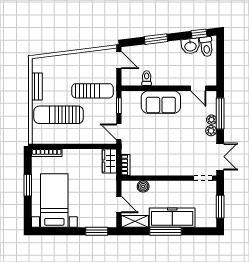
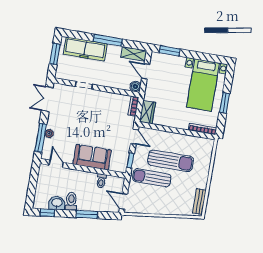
toilet: (206, 47) -> (71, 201), moved
bench: (37, 86) -> (199, 202), moved
sun lounger: (59, 115) -> (171, 161), moved
plant: (211, 131) -> (51, 124), removed
doorway: (203, 178) -> (84, 85), moved
boiler: (143, 186) -> (135, 86), moved
freezer: (172, 218) -> (85, 49), moved

